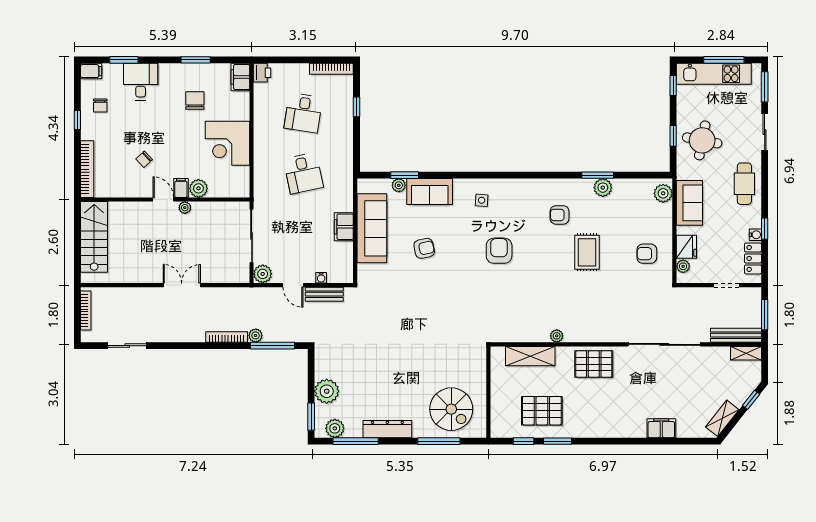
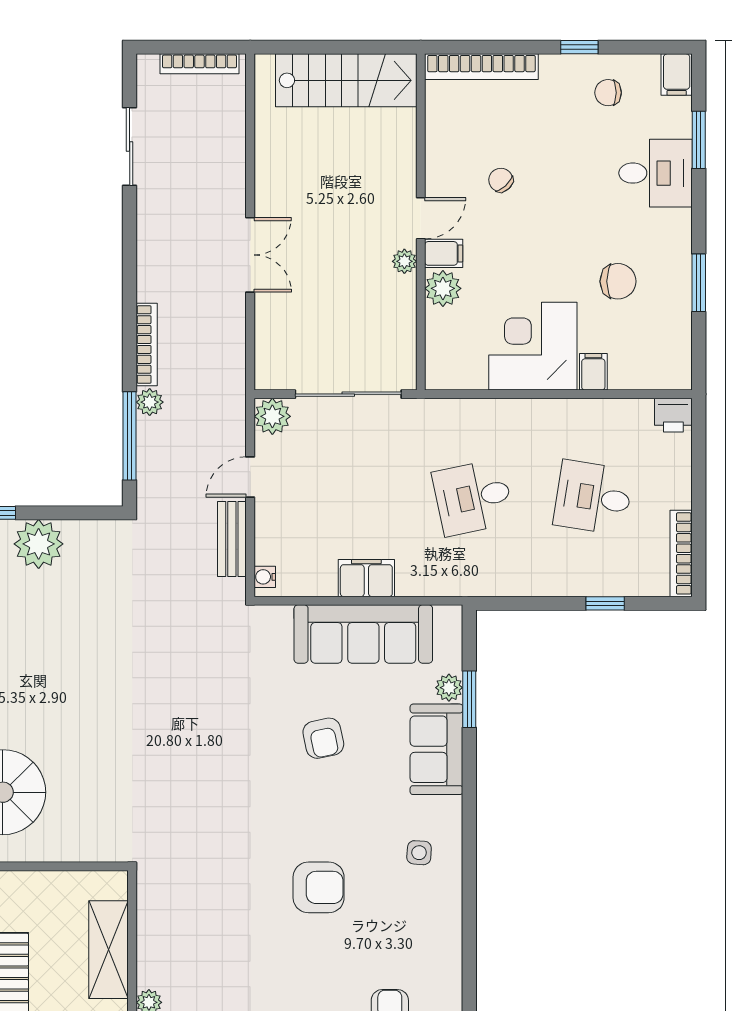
filing cabinet: (240, 77) -> (593, 372), moved, width x0.50
water cooler: (321, 278) -> (265, 577), moved

